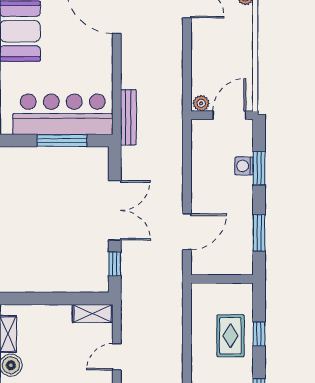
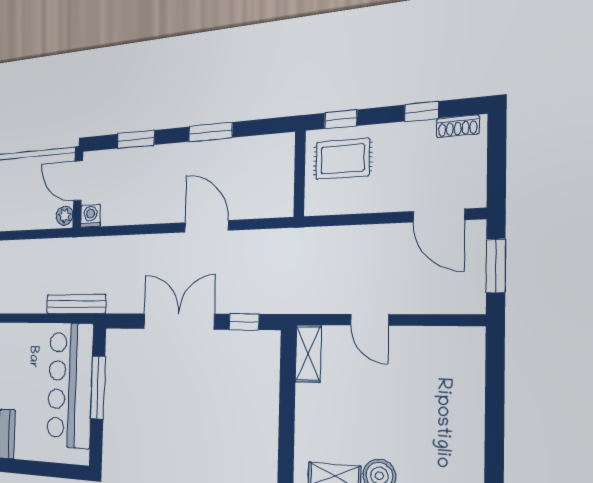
washing machine: (244, 166) -> (90, 216), moved, turned 180
wall: (222, 279) -> (300, 174), moved

